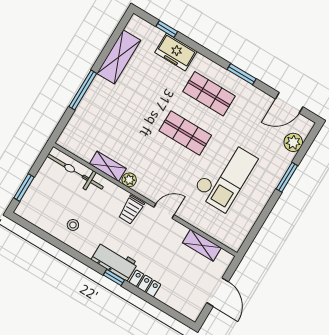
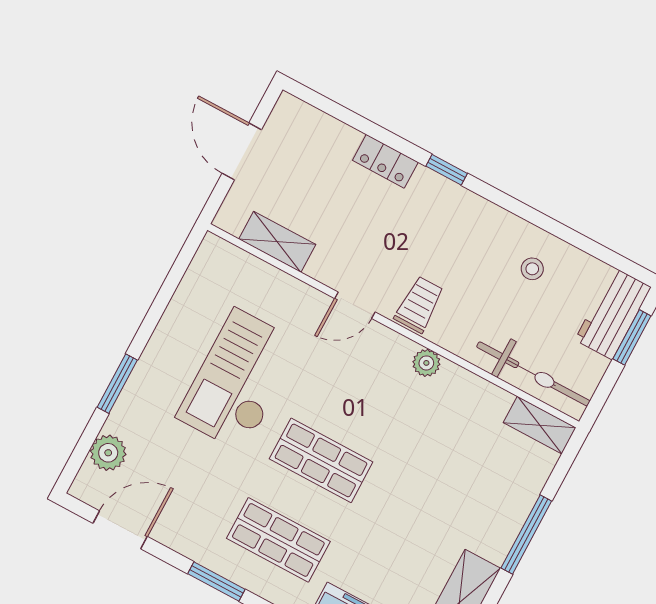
shelving: (108, 166) -> (540, 425), moved
workbench: (115, 261) -> (613, 313), moved, turned 90

